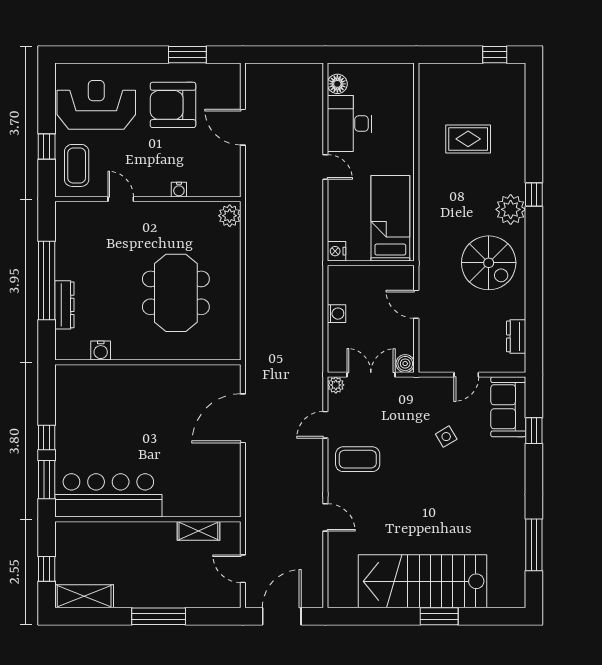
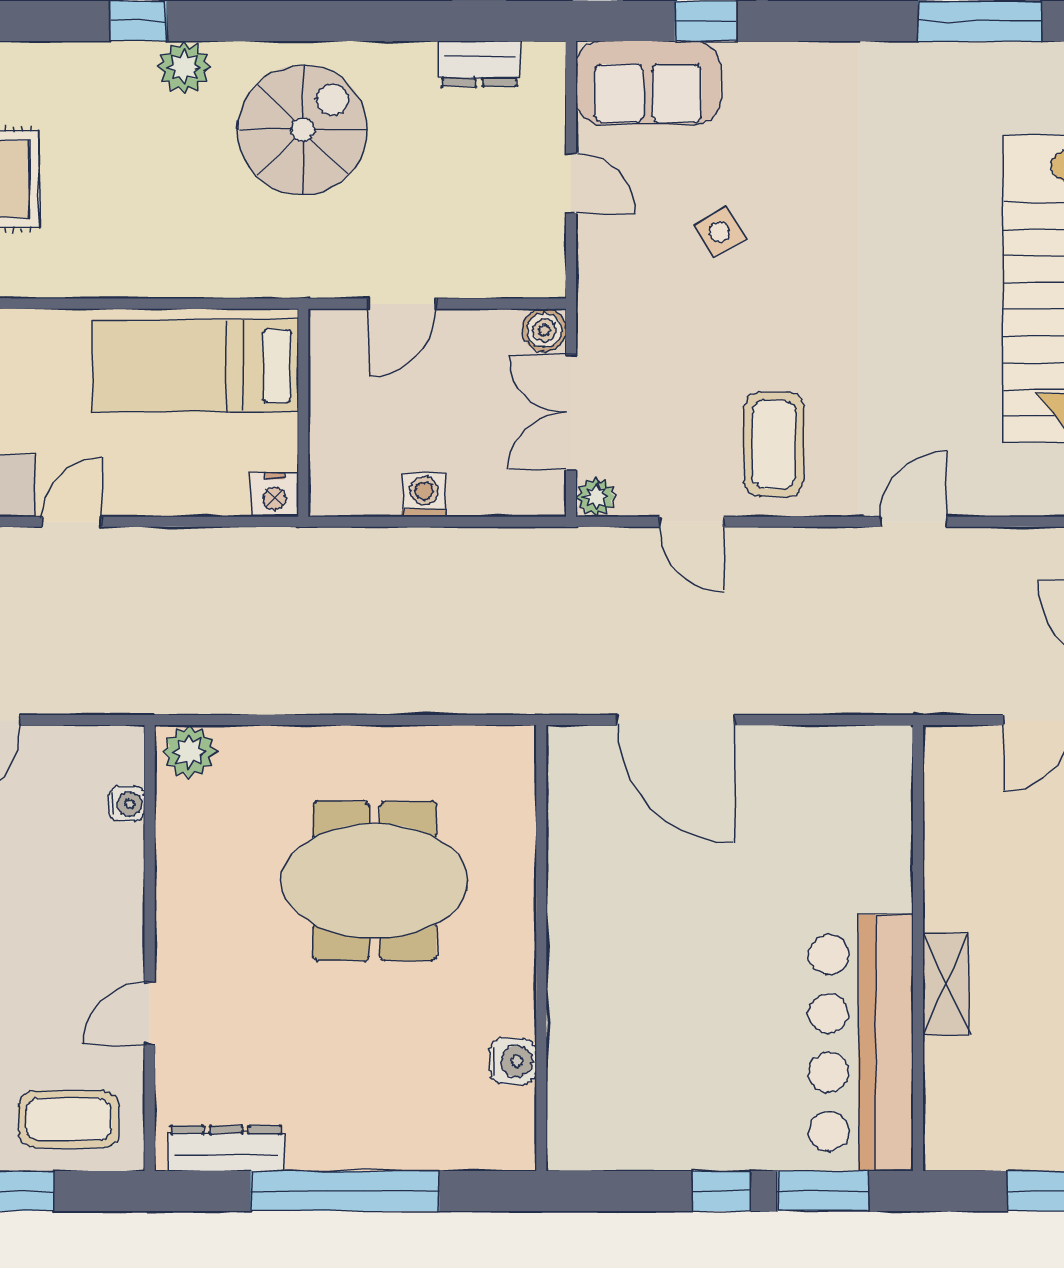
water cooler: (179, 190) -> (127, 804), moved
plant: (511, 209) -> (184, 67), width x0.73, depth x0.73
dresser: (64, 305) -> (226, 1148), moved
shelving: (198, 531) -> (946, 984), moved

